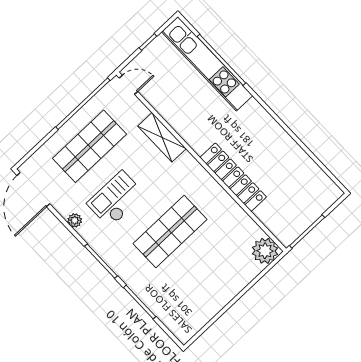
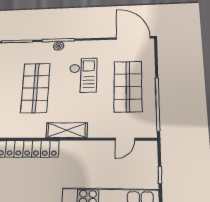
door: (128, 85) -> (125, 139), moved
shelving: (162, 137) -> (67, 130), moved
plant: (75, 220) -> (59, 46), moved

